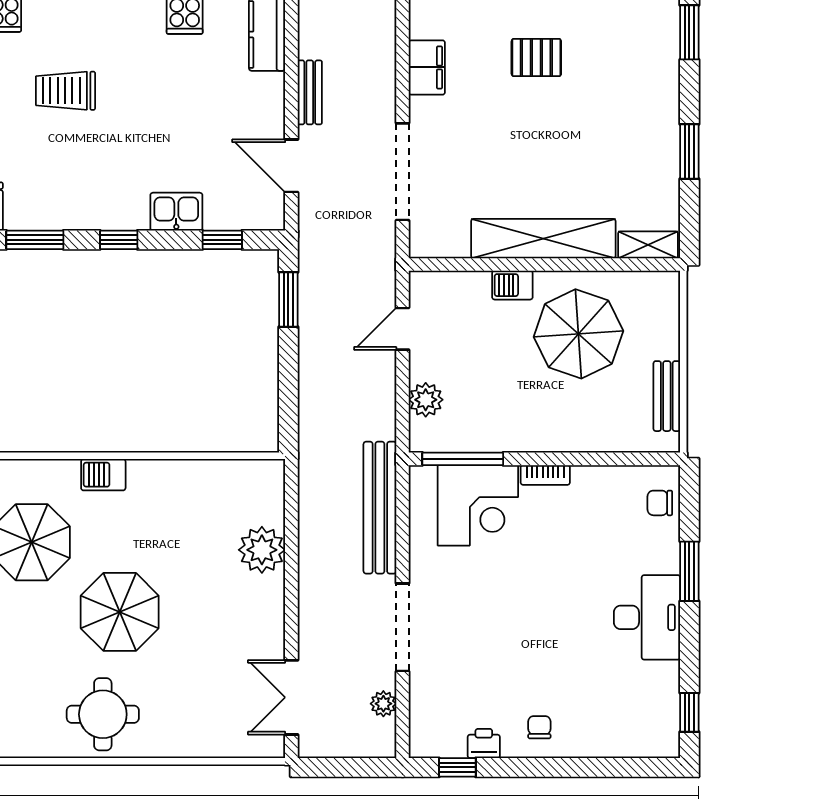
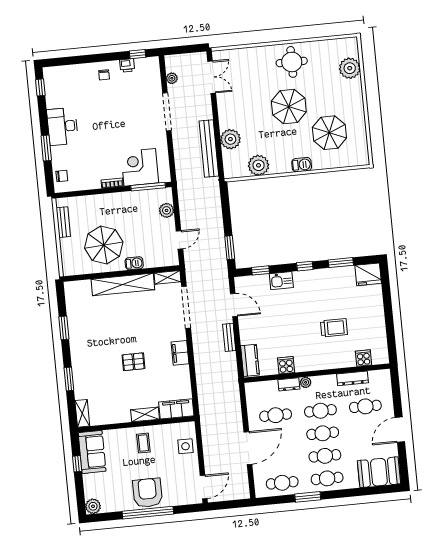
shelving: (648, 245) -> (167, 277), moved
plant: (203, 483) -> (259, 165), added
bench: (380, 508) -> (209, 148), moved

